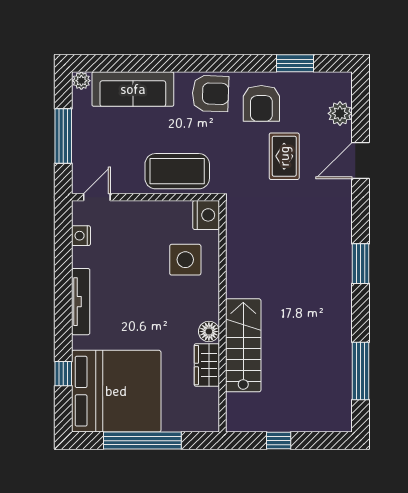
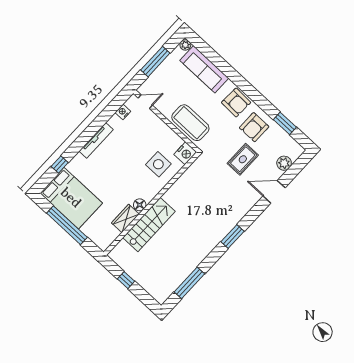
bed: (116, 391) -> (71, 198), width x0.73

